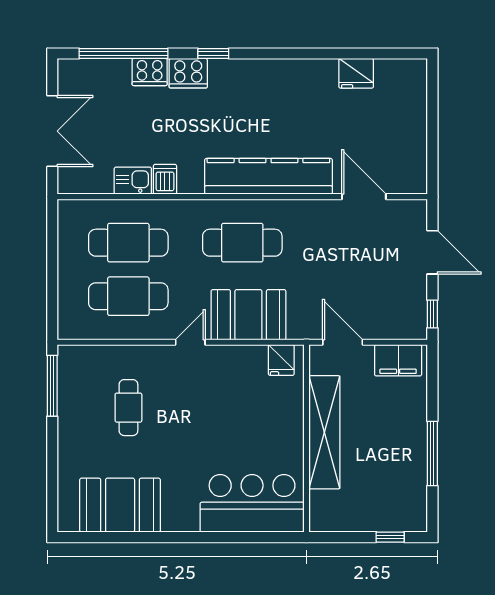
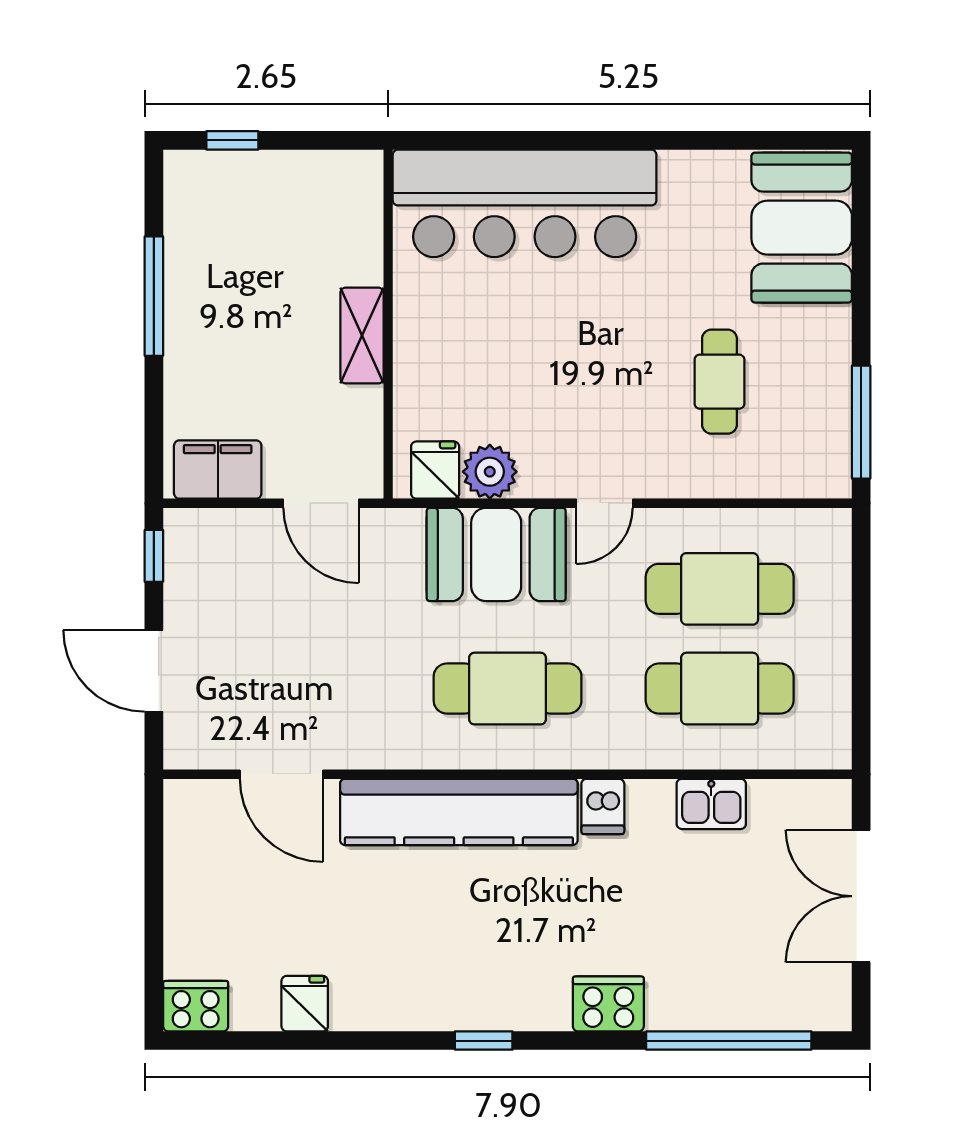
window: (213, 54) -> (484, 1041), moved
cooker: (150, 72) -> (196, 1006), moved
fridge: (356, 73) -> (305, 1004), width x0.72
dishwasher: (165, 179) -> (603, 806), moved
plant: (252, 359) -> (490, 472), added
shelving: (324, 432) -> (362, 336), width x0.45, depth x0.75
bar counter: (252, 503) -> (525, 203), width x1.36
booth: (120, 505) -> (802, 228), moved, turned 90

